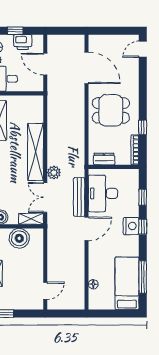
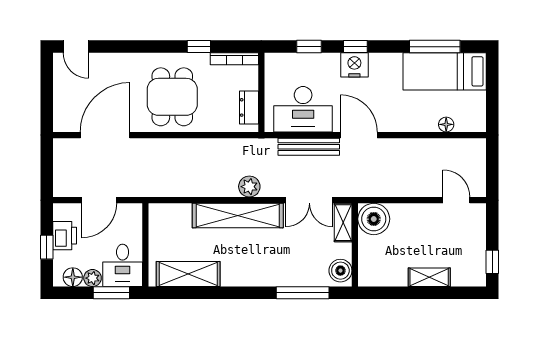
plant: (54, 173) -> (249, 187), moved
boiler: (19, 238) -> (374, 219), moved

